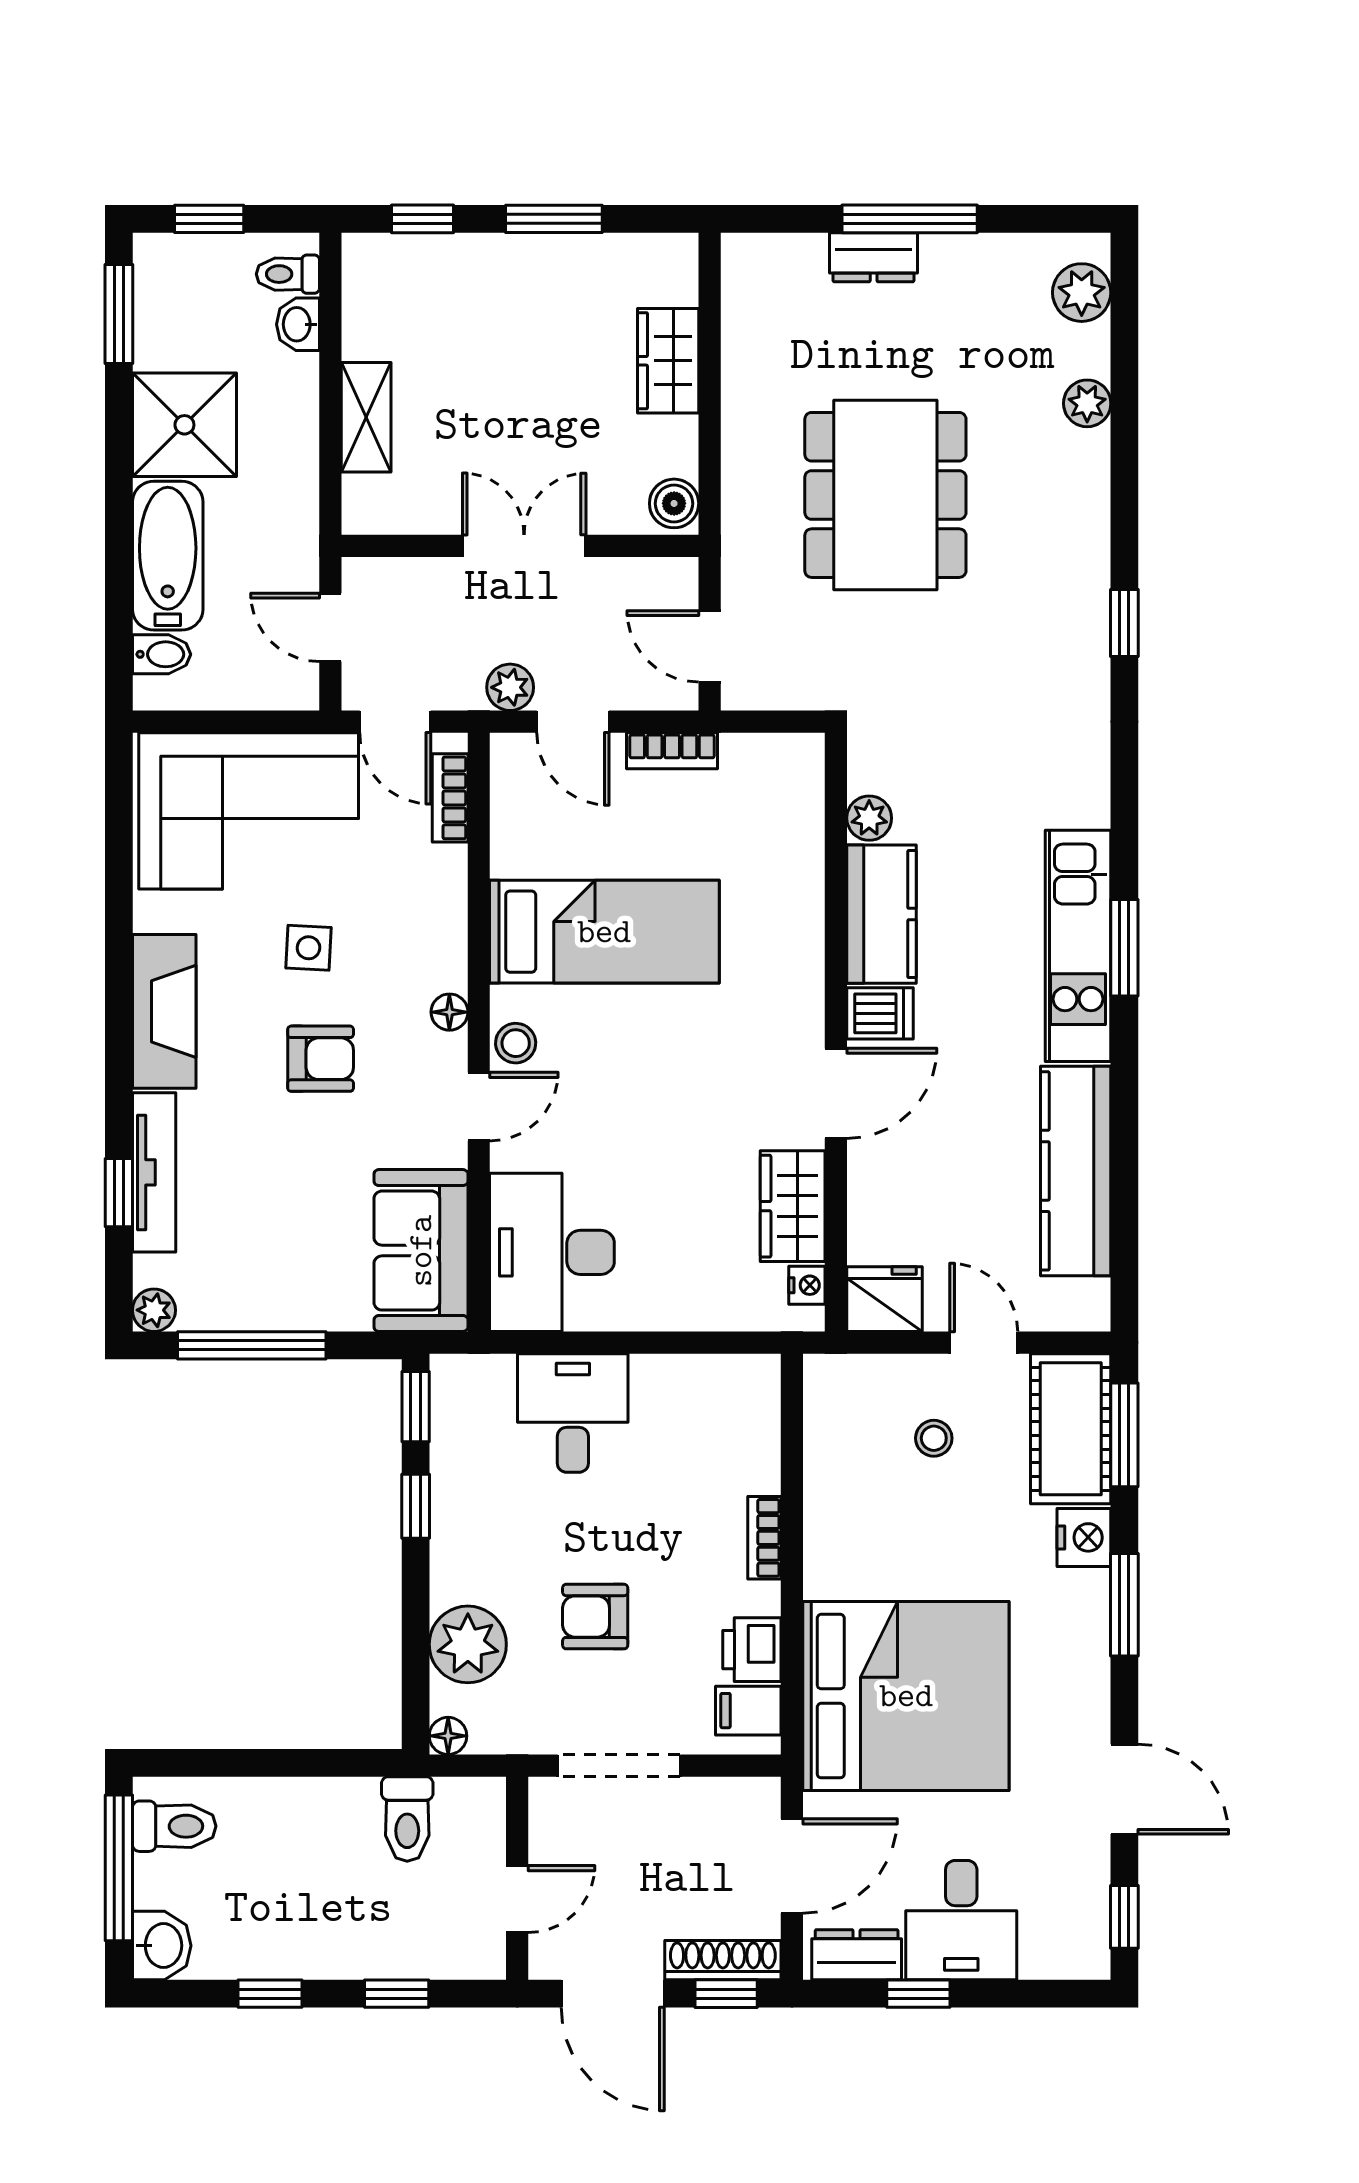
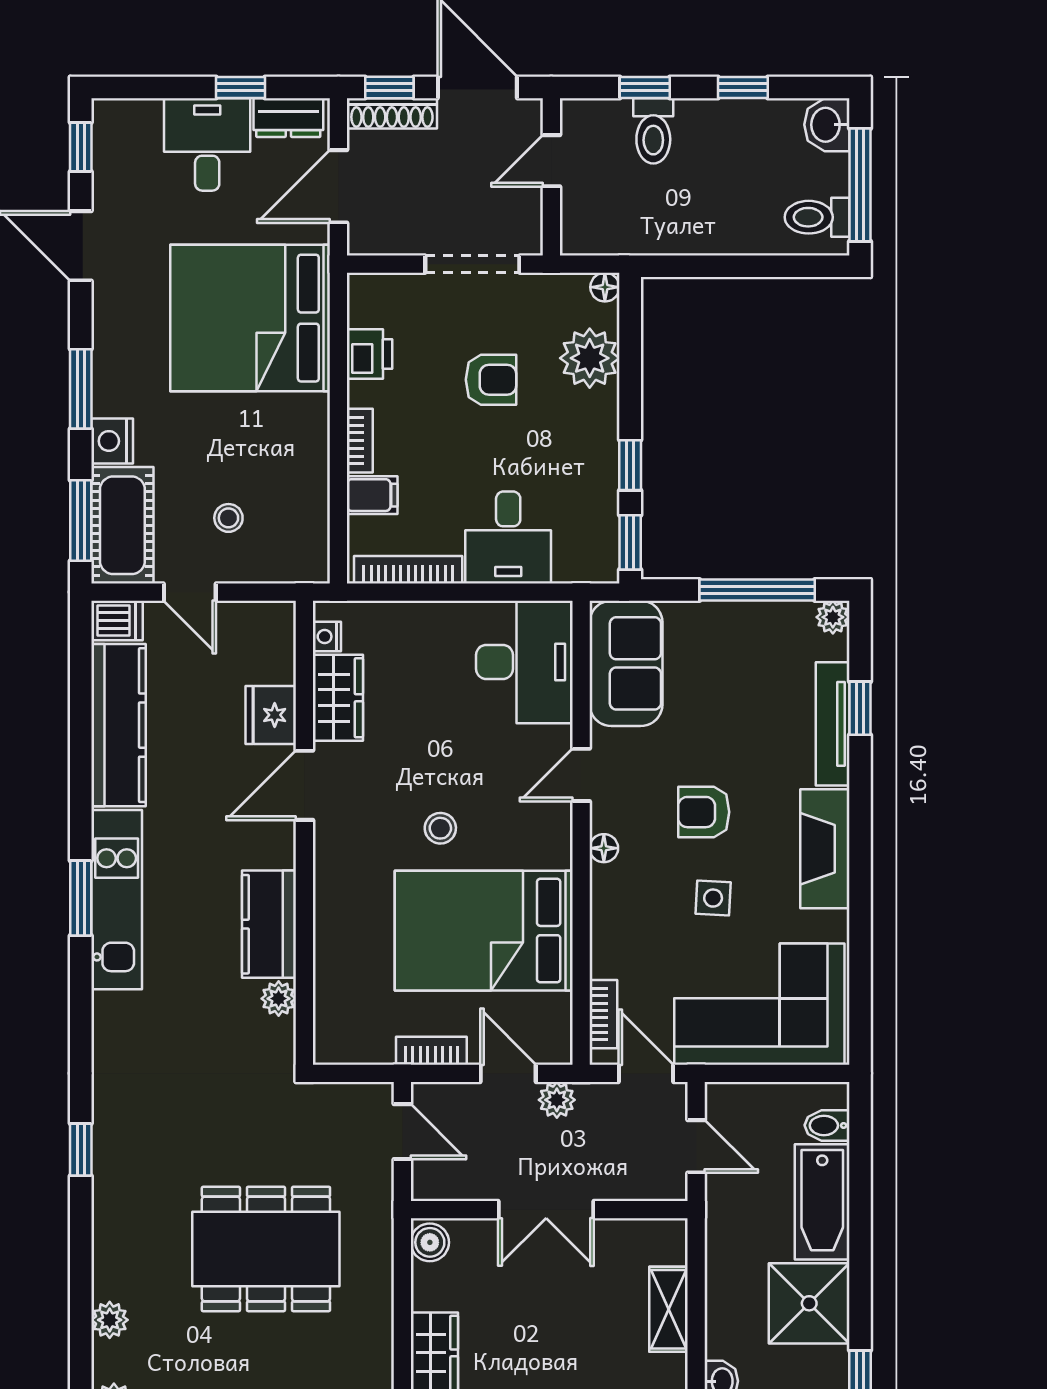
dining table: (885, 495) -> (266, 1249), turned 90
bed: (604, 932) -> (484, 931), width x1.50
dishwasher: (880, 1013) -> (117, 620), moved, turned 180
stool: (516, 1043) -> (440, 828), moved
fridge: (885, 1299) -> (271, 715), moved, turned 90
bookcase: (702, 1371) -> (408, 570), added
filing cabinet: (748, 1711) -> (372, 495), moved
toilet: (407, 1819) -> (653, 131), moved, turned 180

